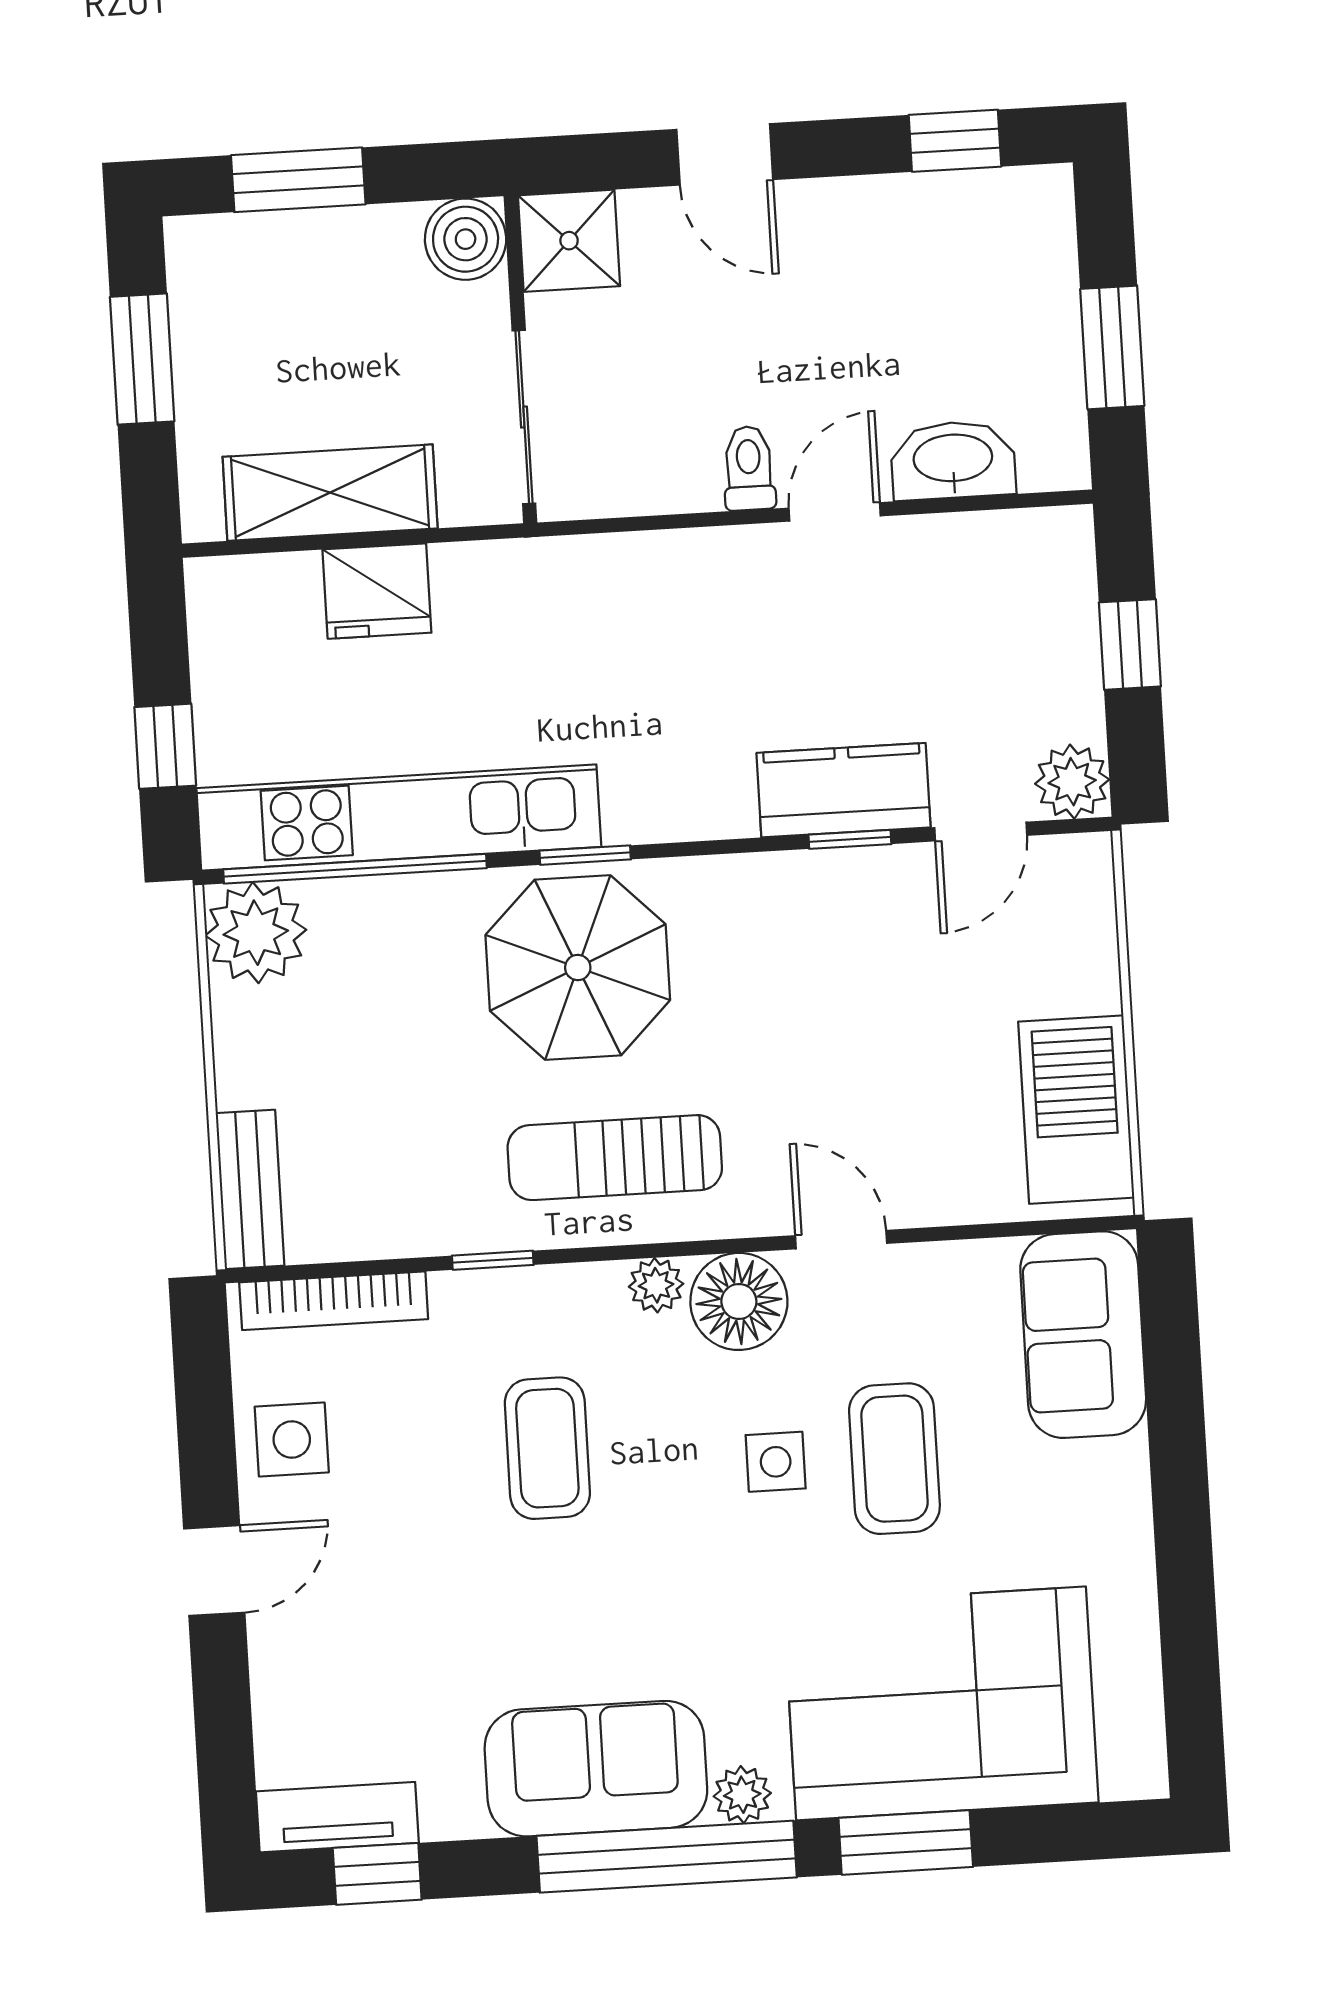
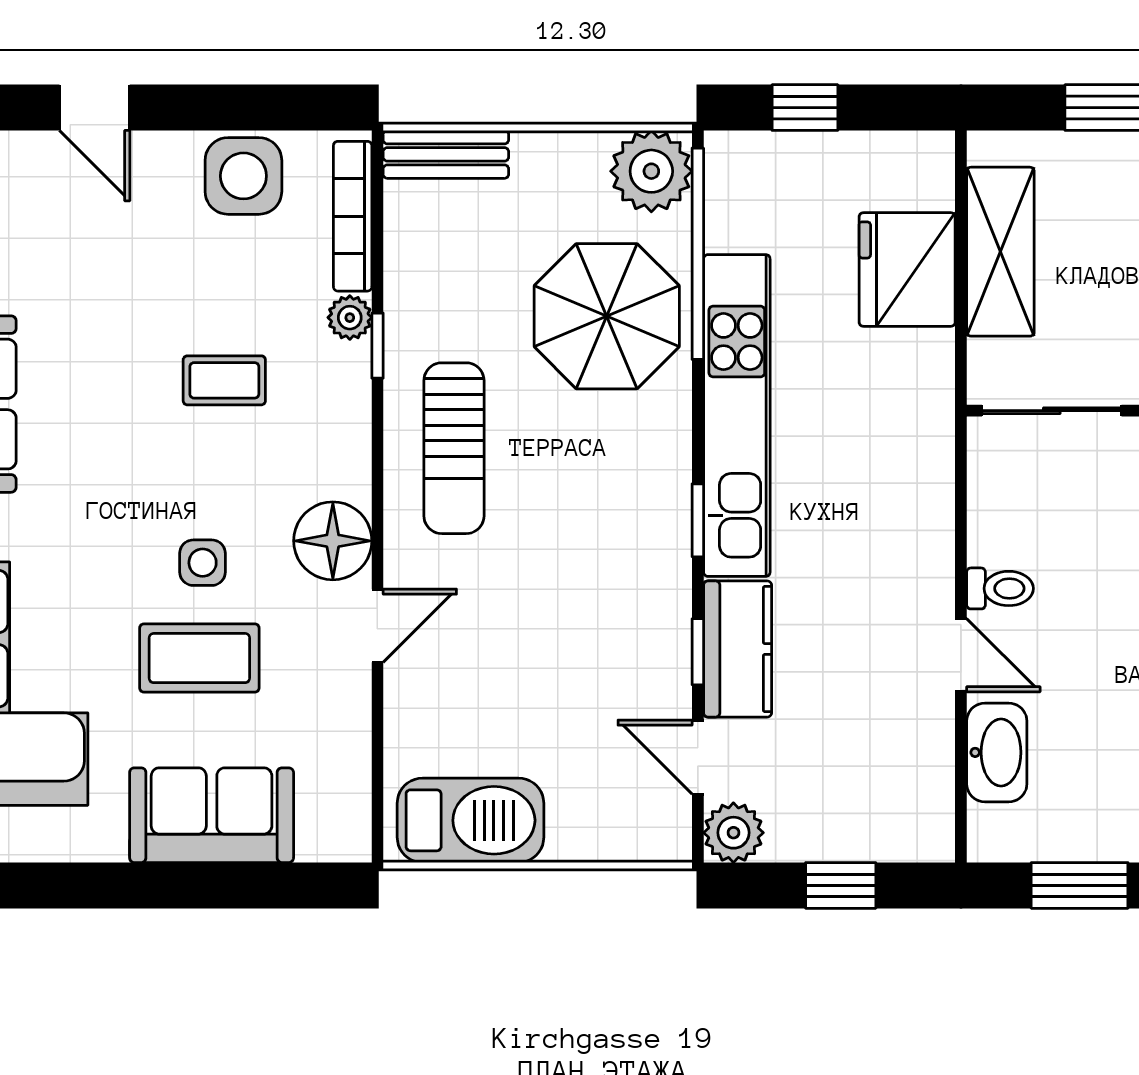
fridge: (377, 591) -> (907, 269), width x1.36, depth x1.34
kitchen unit: (399, 818) -> (737, 416), moved
window: (585, 855) -> (698, 520), moved
parasol: (578, 968) -> (607, 316), moved
sun lounger: (615, 1158) -> (454, 448), turned 180
plant: (656, 1285) -> (350, 318), moved
sofa: (1083, 1335) -> (212, 815), moved
side table: (292, 1440) -> (243, 176), width x1.37, depth x1.37
coffee table: (547, 1448) -> (224, 380), width x0.73, depth x0.77
door: (214, 1571) -> (95, 108), moved

